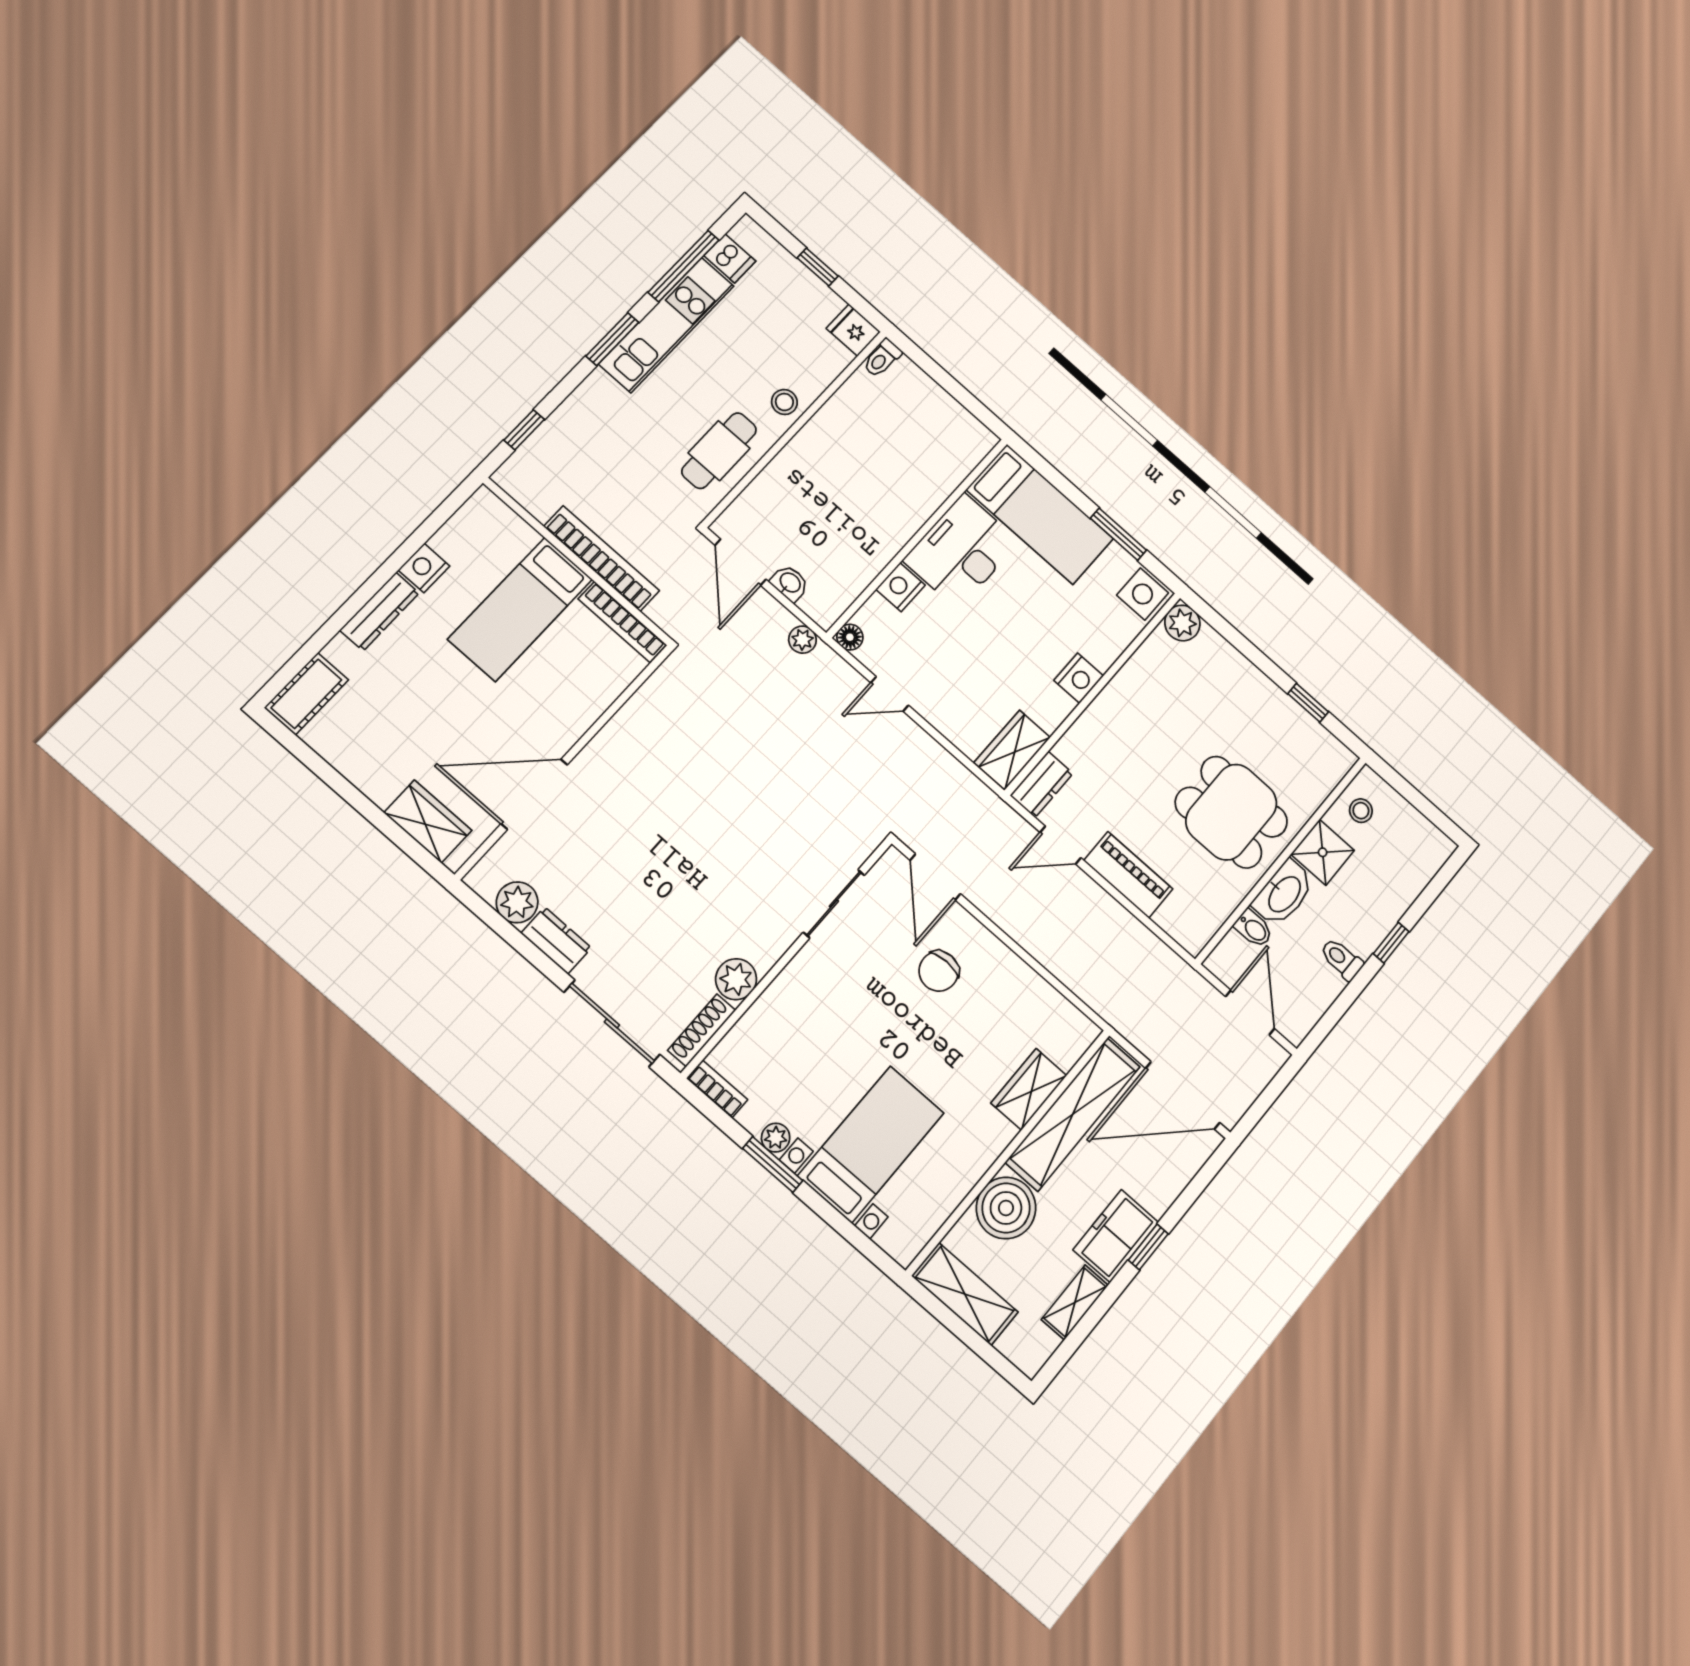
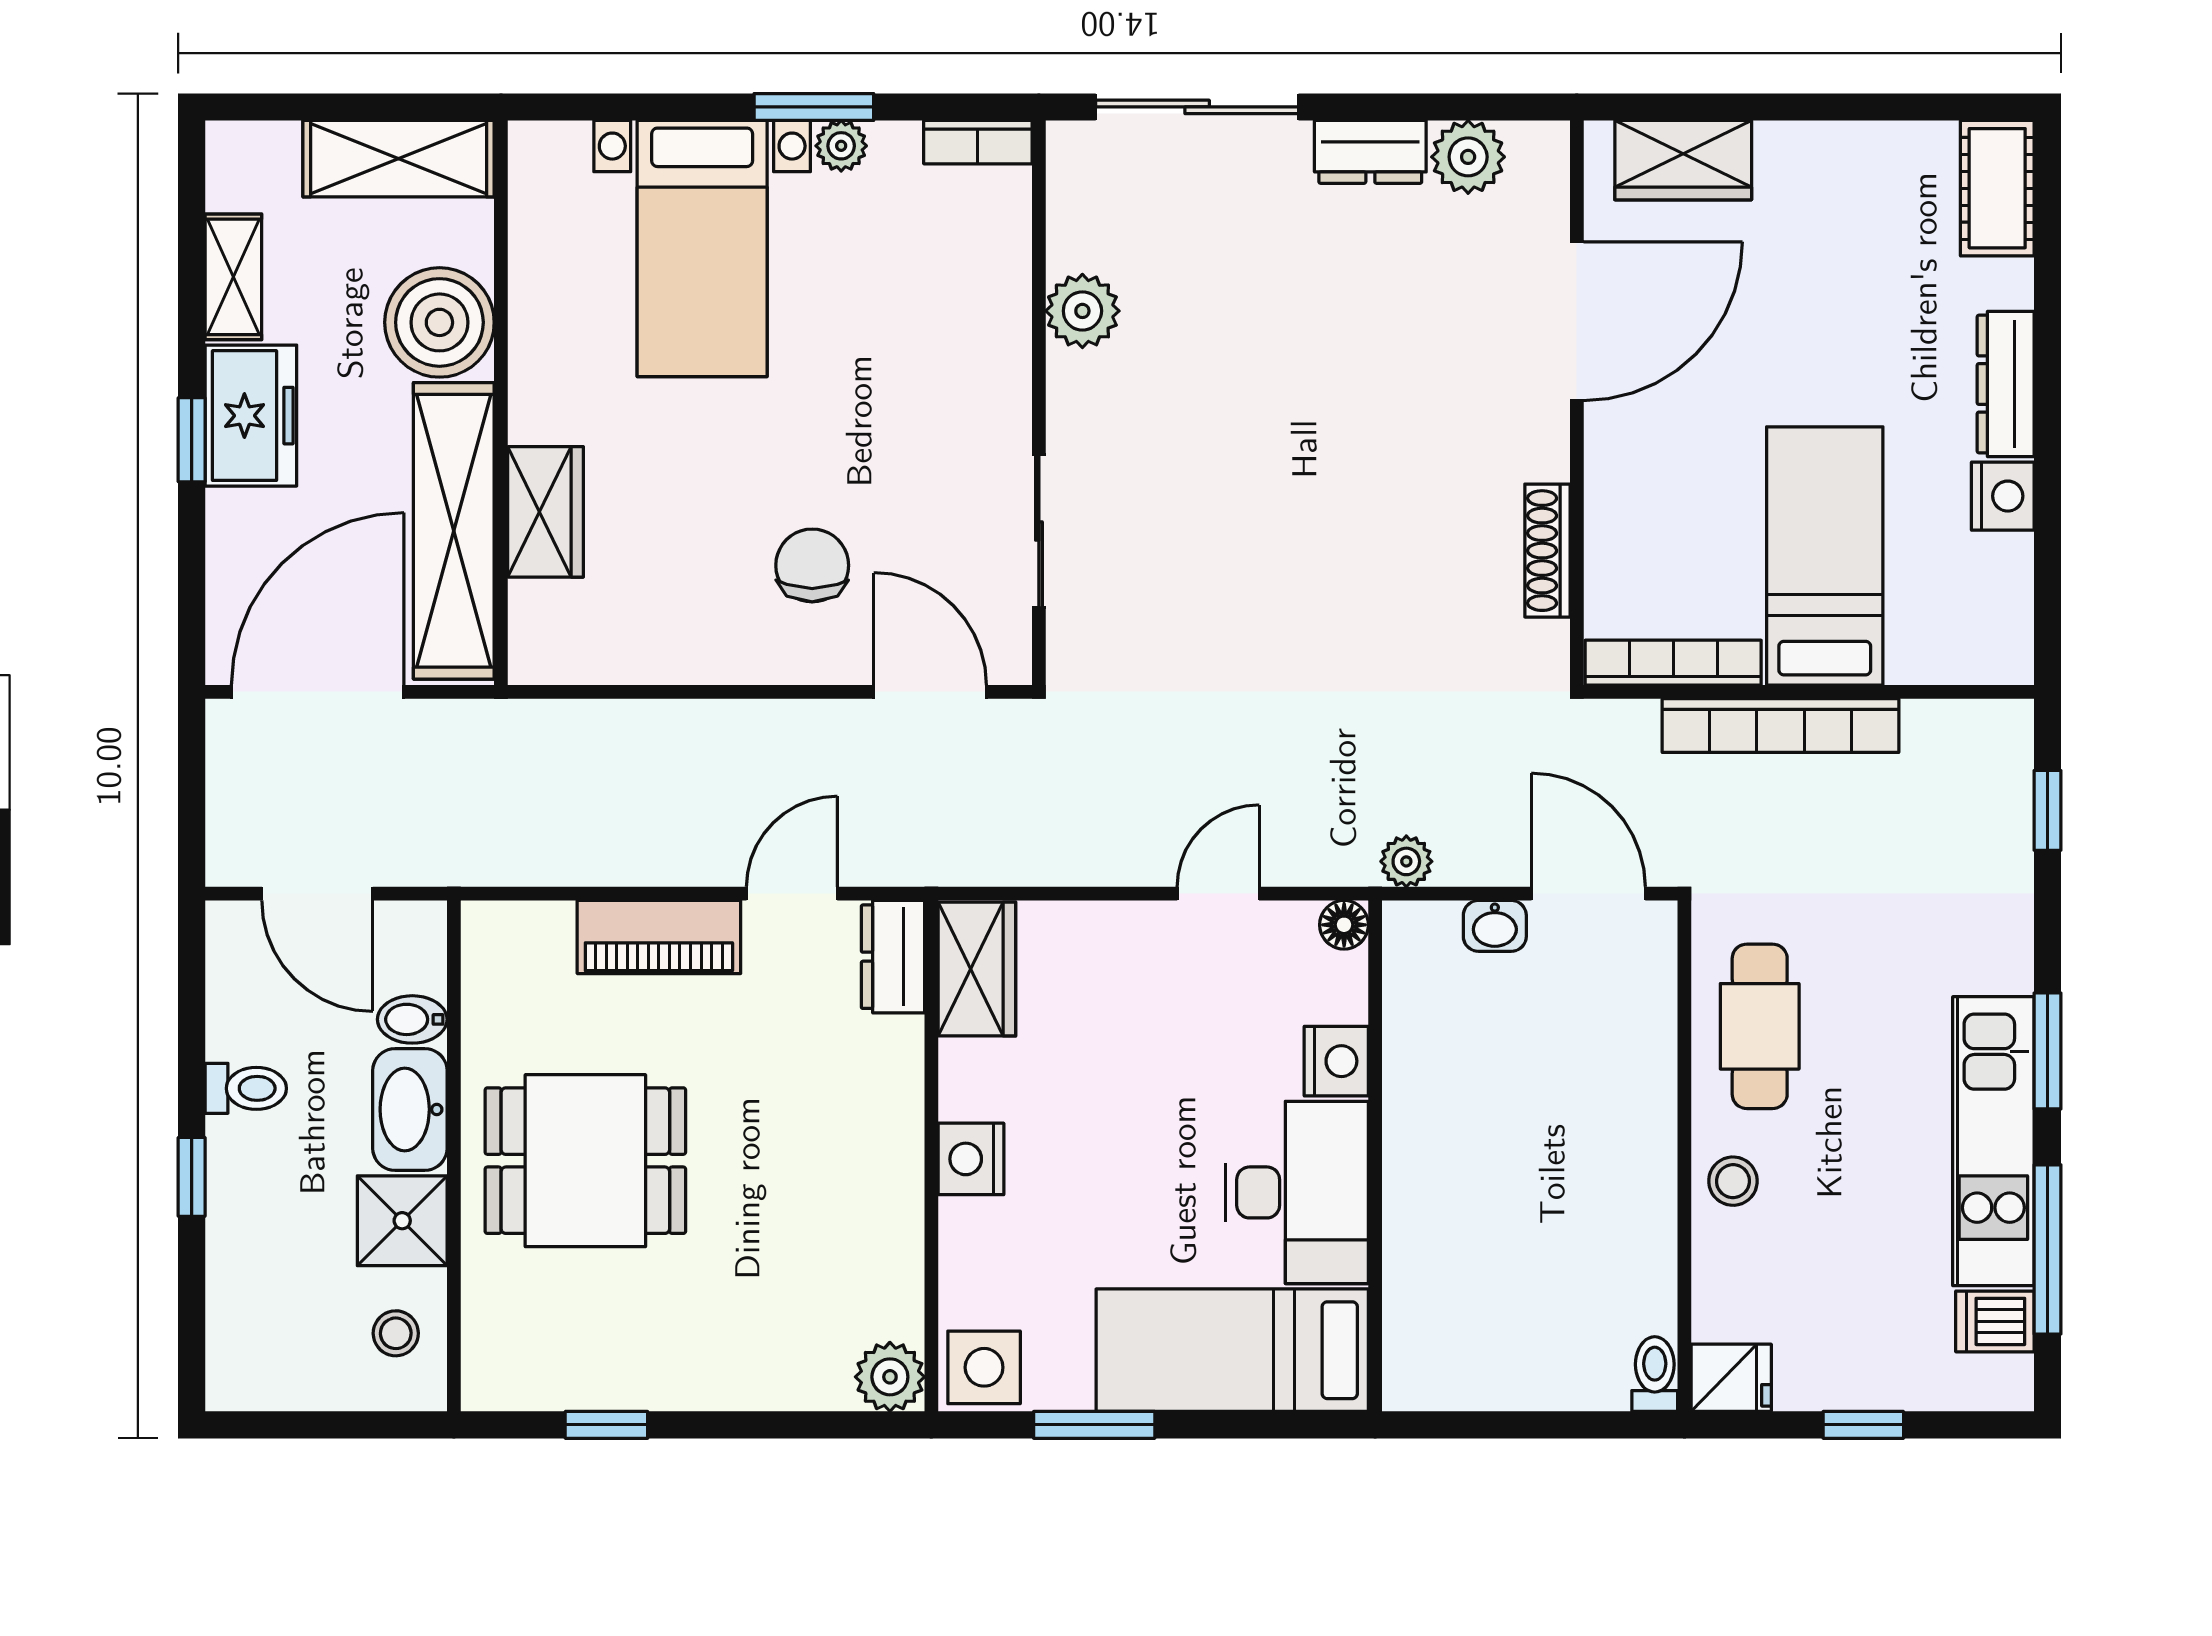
shoe rack: (702, 1030) -> (1547, 551), moved, turned 180

